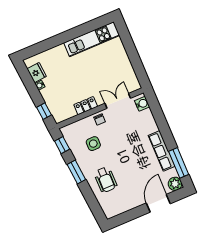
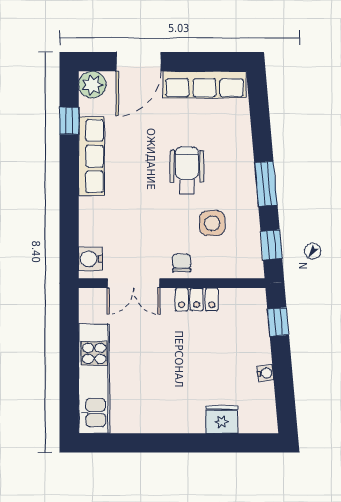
kitchen unit: (92, 39) -> (94, 379), moved, turned 90
fridge: (37, 73) -> (222, 420), moved, turned 95
window: (179, 163) -> (69, 121), width x0.46
wheelchair: (106, 180) -> (187, 170), moved
row of seats: (124, 206) -> (204, 85), added

